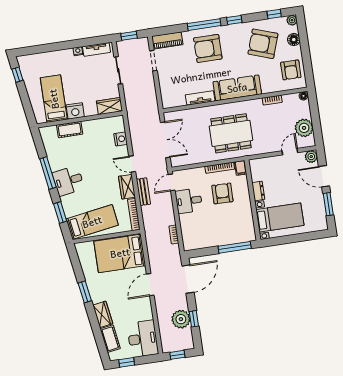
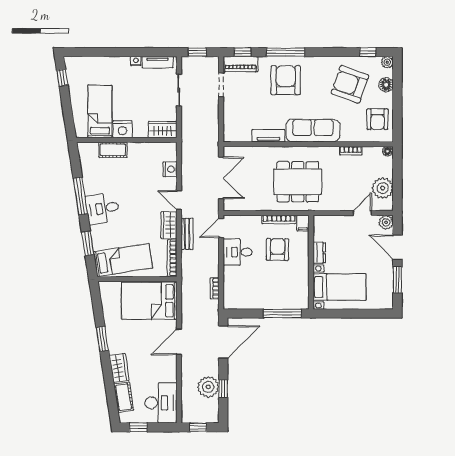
window: (234, 20) -> (242, 52), moved
armchair: (208, 48) -> (286, 80), turned 90

